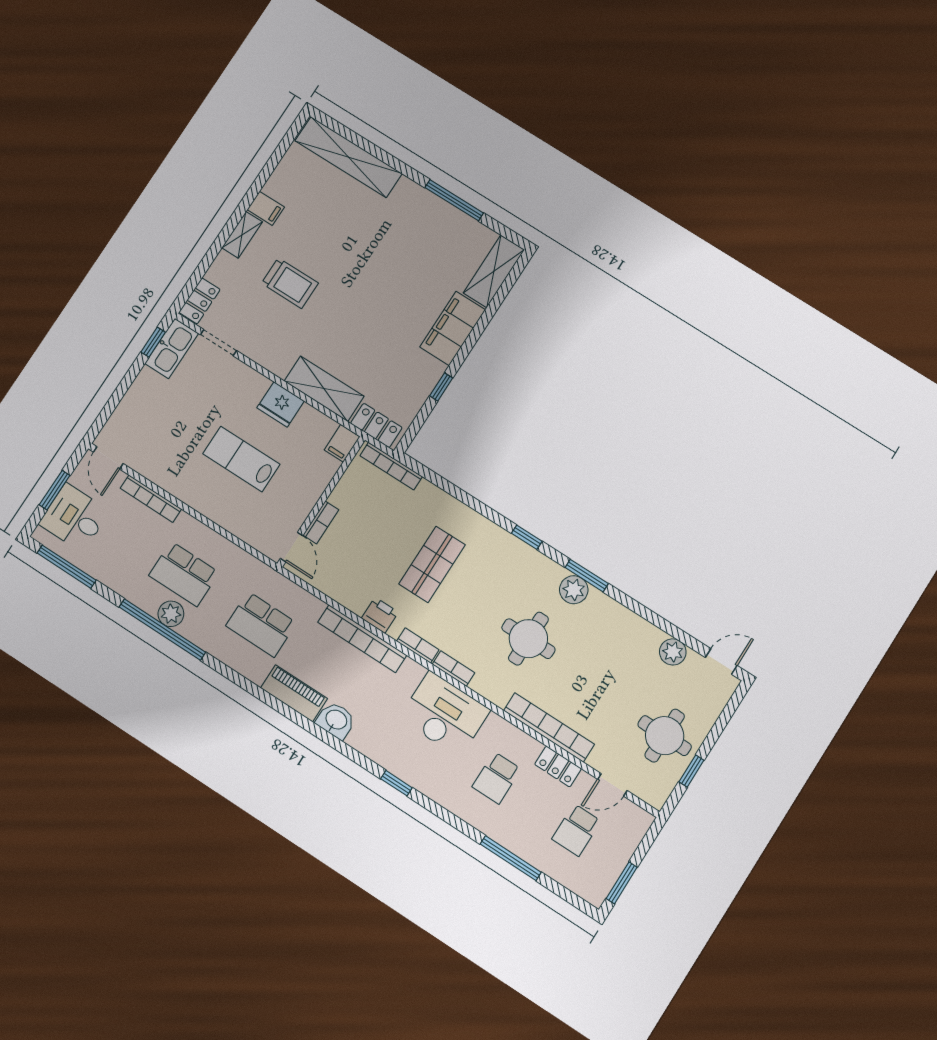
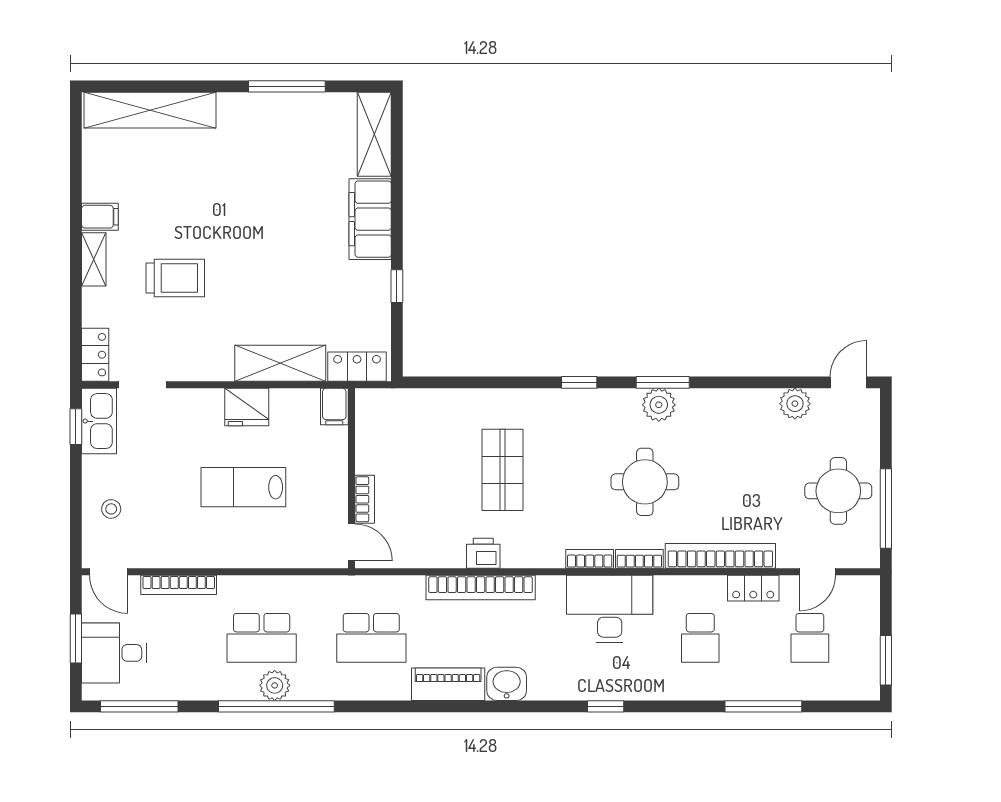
stool: (139, 415) -> (111, 509), added
bookcase: (391, 466) -> (398, 398), removed
bookcase: (418, 645) -> (639, 559), moved
window: (691, 771) -> (886, 509), width x2.17

